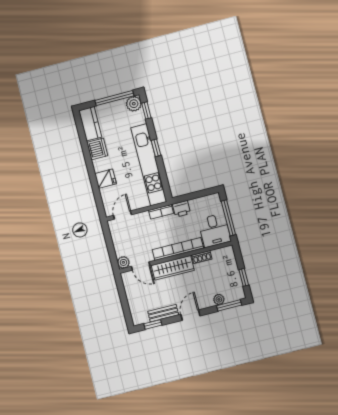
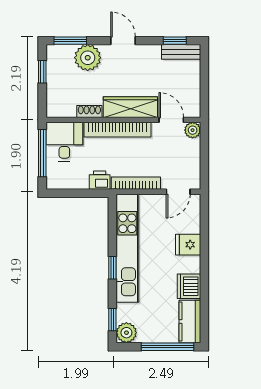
window: (114, 98) -> (167, 347), moved
bookcase: (161, 212) -> (136, 183), width x1.56
plant: (219, 299) -> (88, 58), width x1.88, depth x1.88
bench: (163, 313) -> (181, 52), moved
door: (190, 315) -> (123, 41), swing flipped

